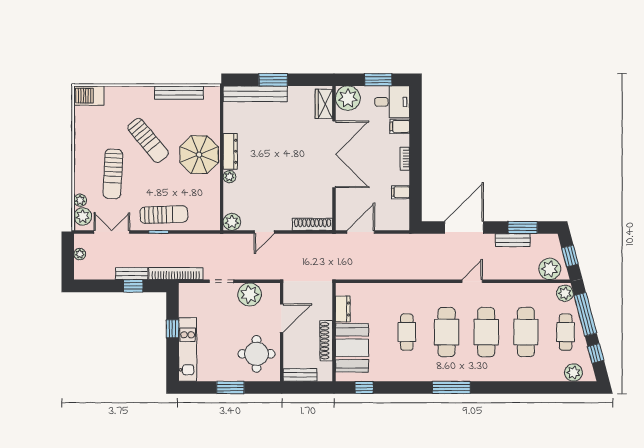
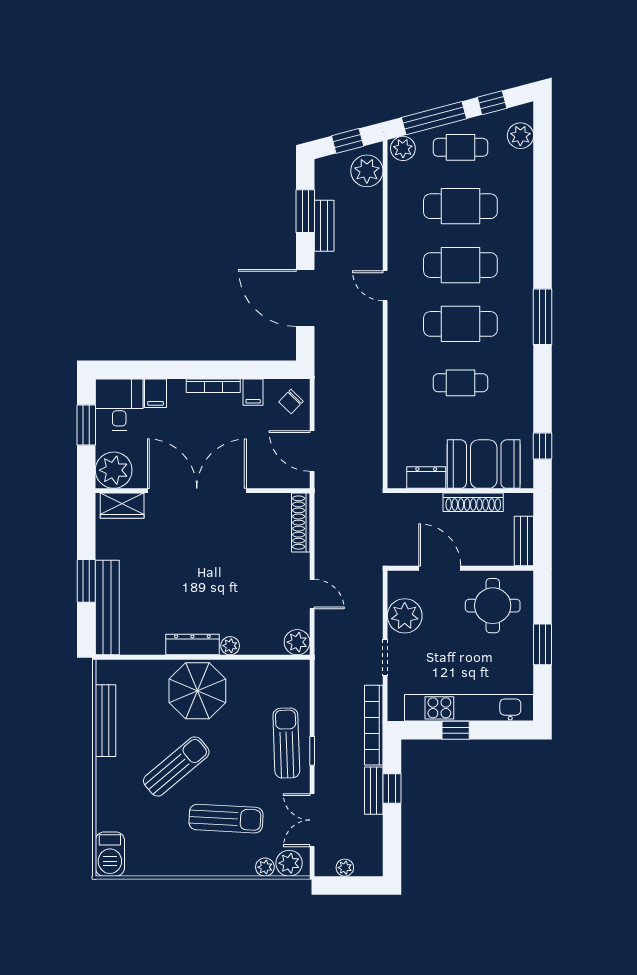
bookcase: (405, 159) -> (213, 386), width x1.56
chair: (394, 218) -> (291, 402), added
kitchen unit: (188, 349) -> (469, 708), width x1.36

